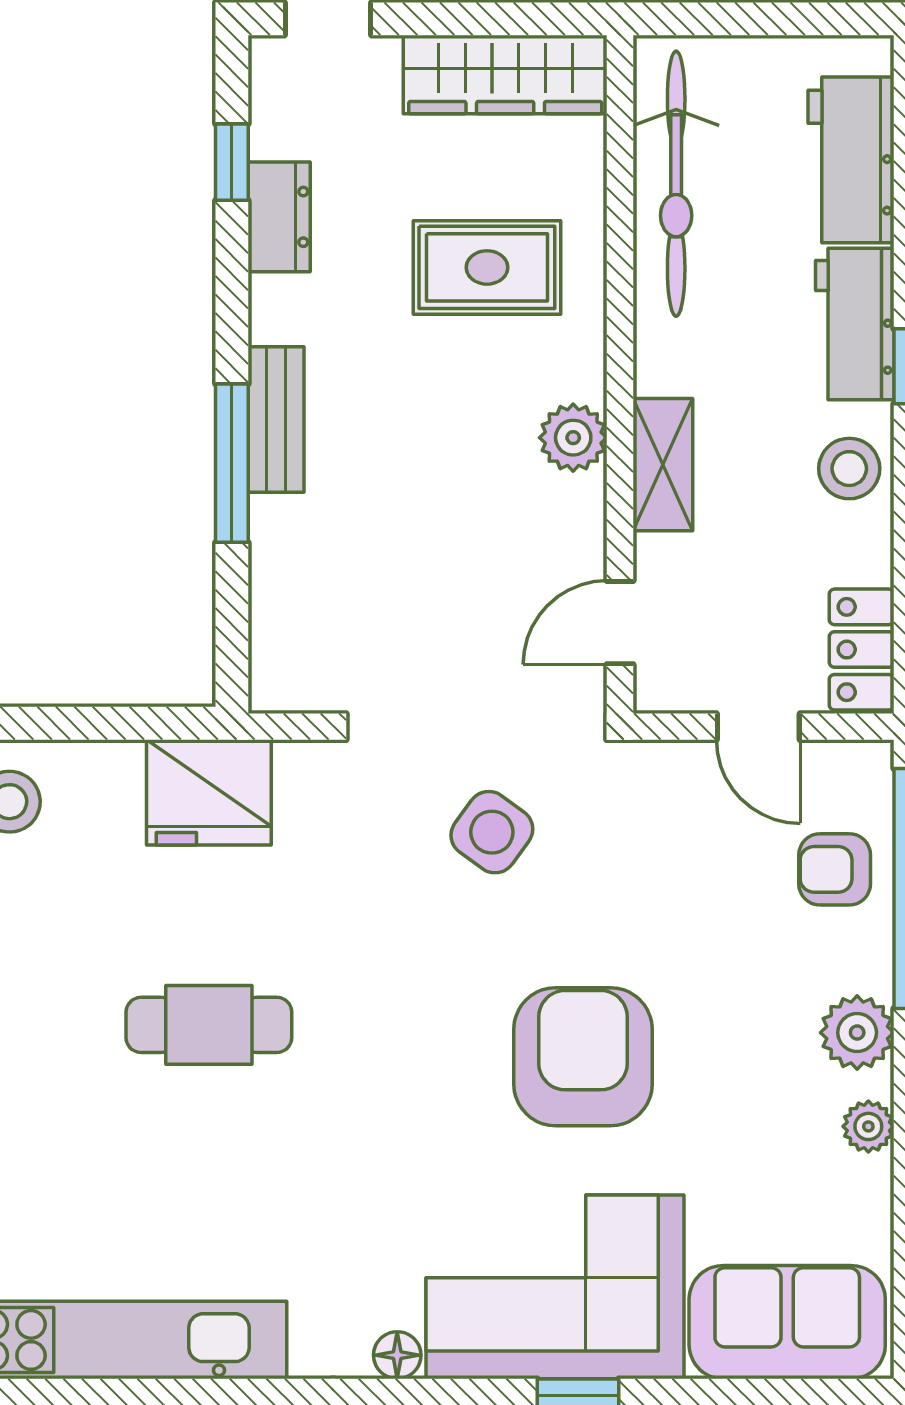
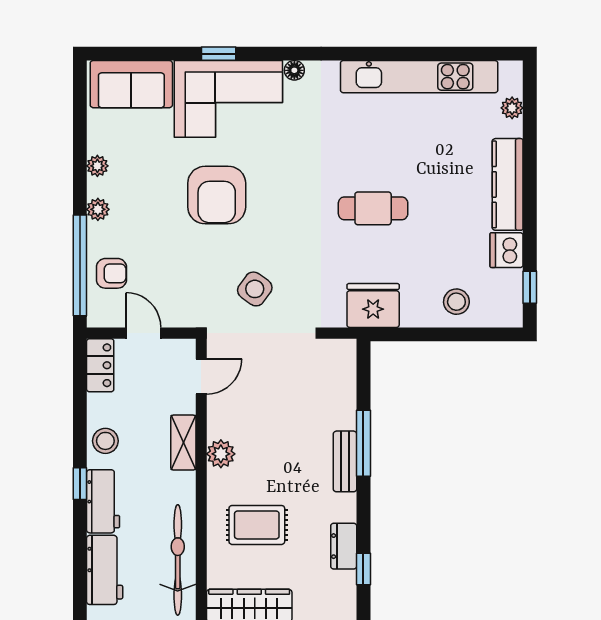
plant: (857, 1033) -> (98, 209), width x0.73, depth x0.73

